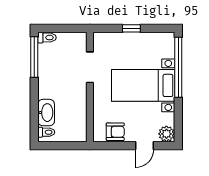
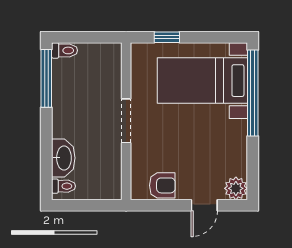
window: (131, 28) -> (167, 37), moved
doorway: (90, 67) -> (126, 121), moved
bed with nightstands: (143, 85) -> (202, 81), moved

